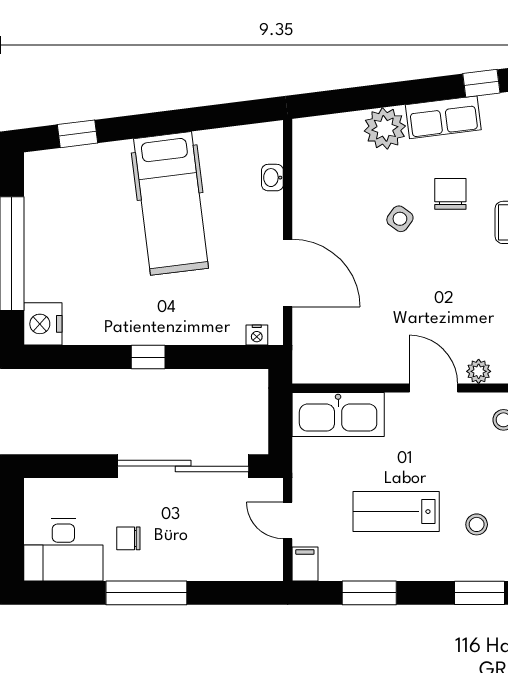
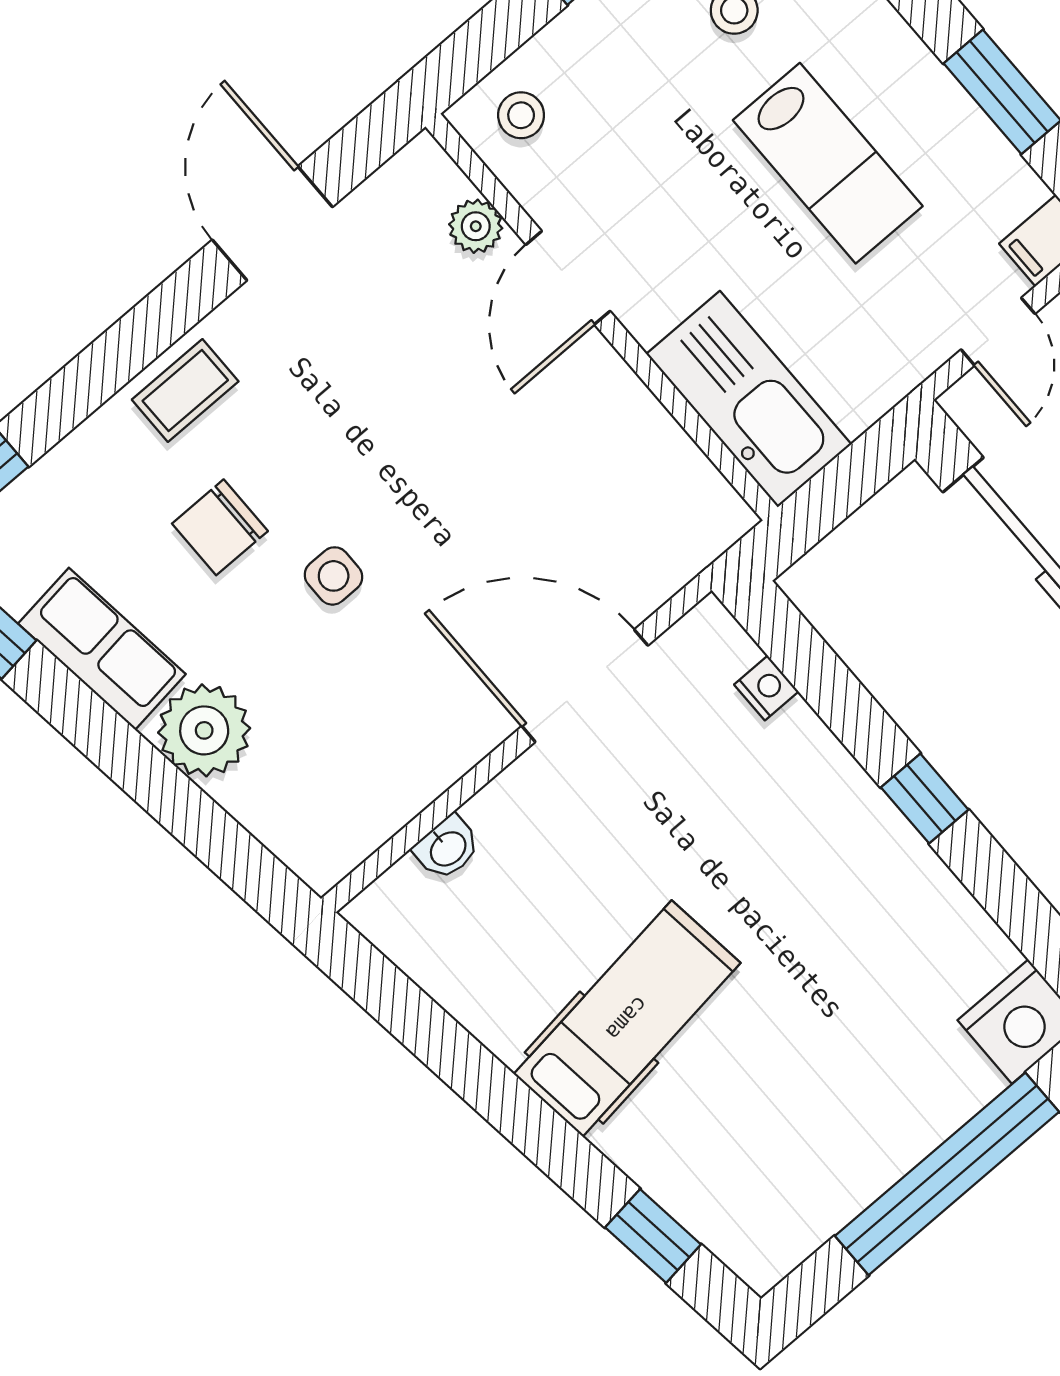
hospital bed: (171, 203) -> (627, 1018), width x0.73, depth x0.78
side table: (400, 219) -> (334, 576), turned -36
door: (288, 273) -> (585, 686), hinge flipped
nightstand: (257, 335) -> (766, 688), moved

